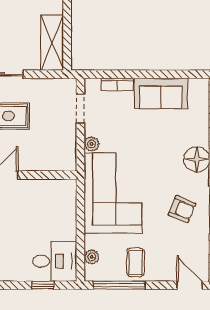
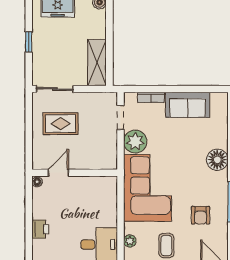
plant: (92, 144) -> (135, 142), width x1.88, depth x1.88
armchair: (182, 209) -> (201, 215), moved, turned 68

